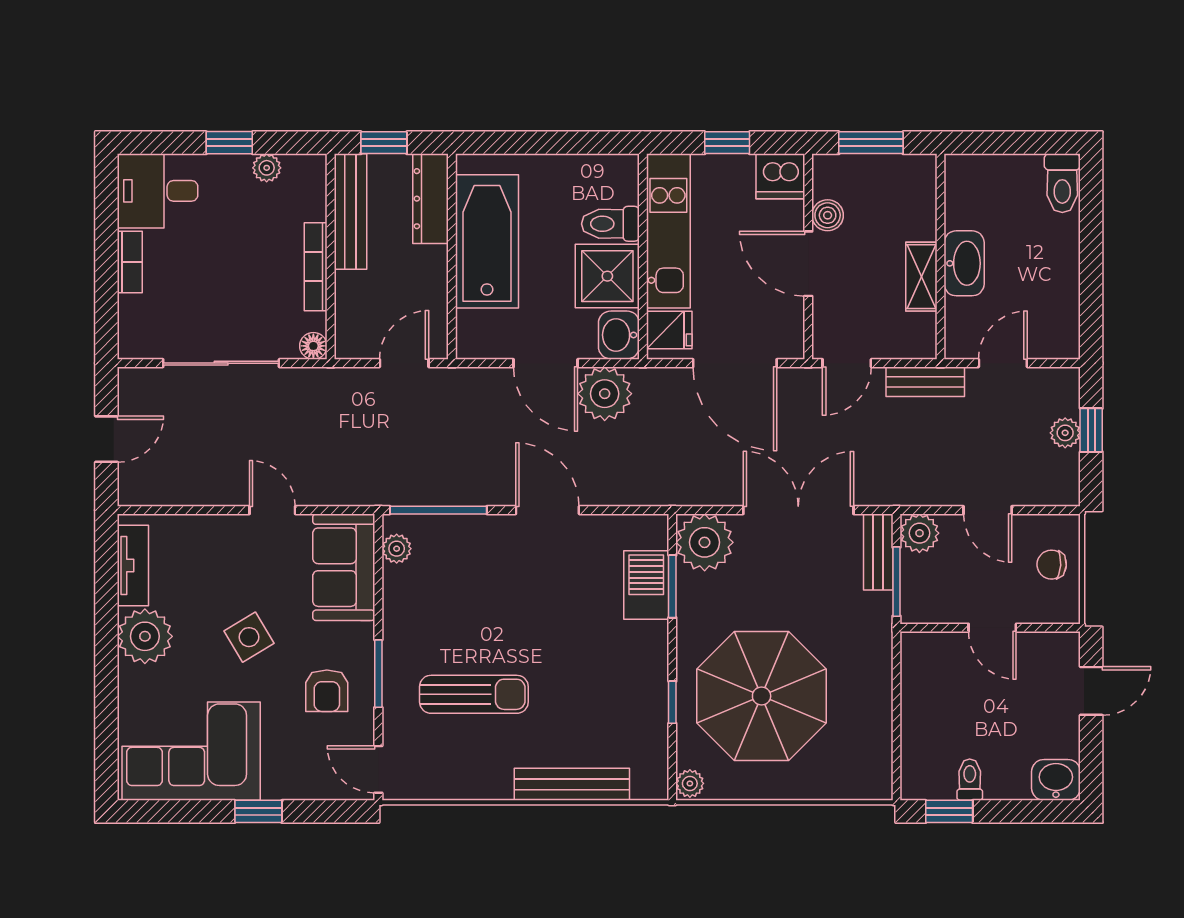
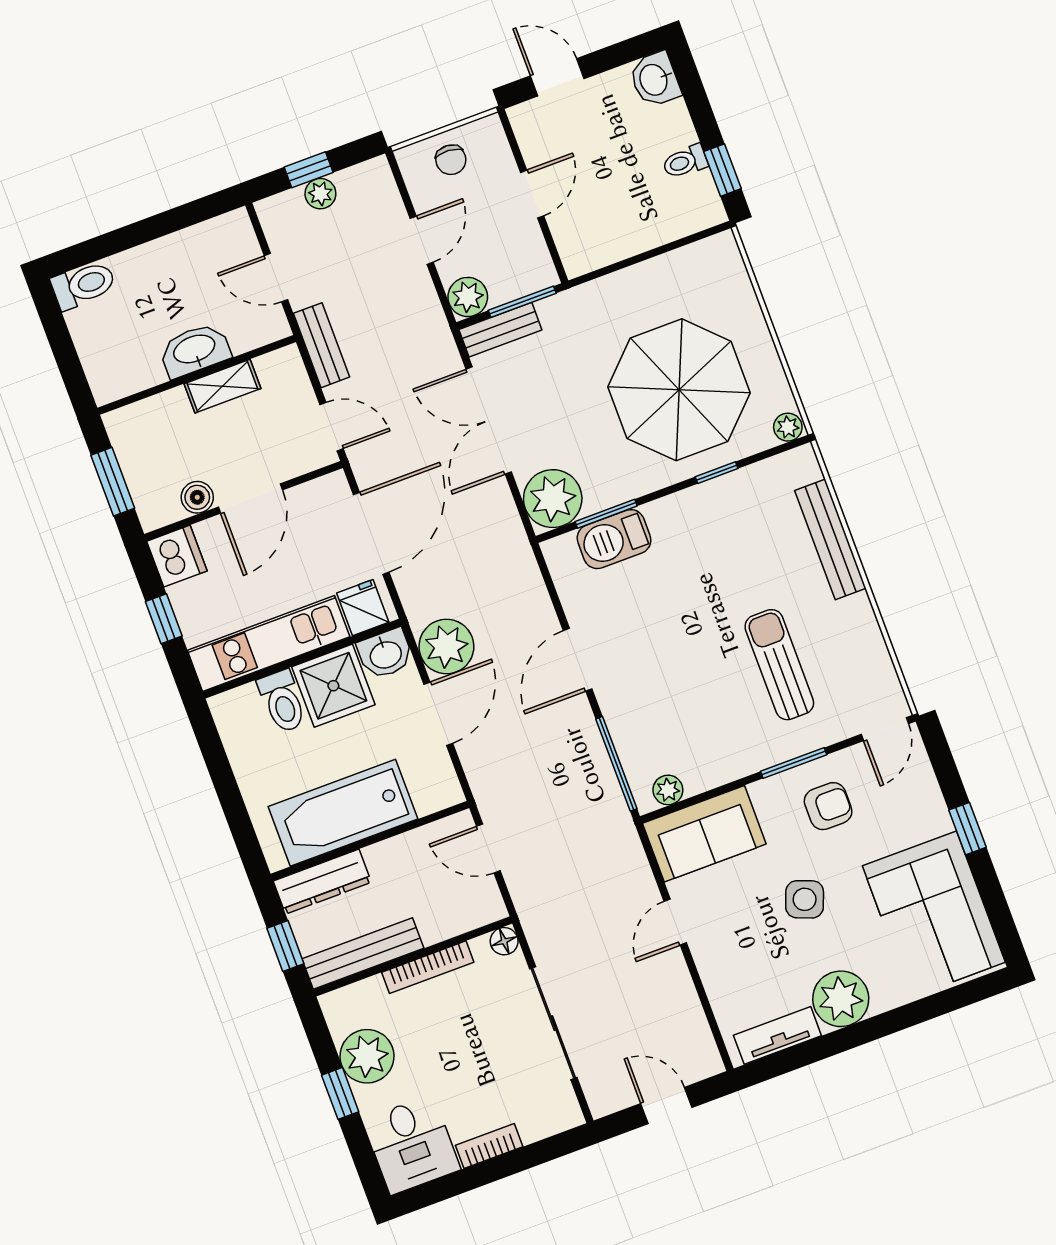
plant: (267, 168) -> (367, 1056), width x1.88, depth x1.88
side table: (249, 637) -> (805, 899), turned -38

